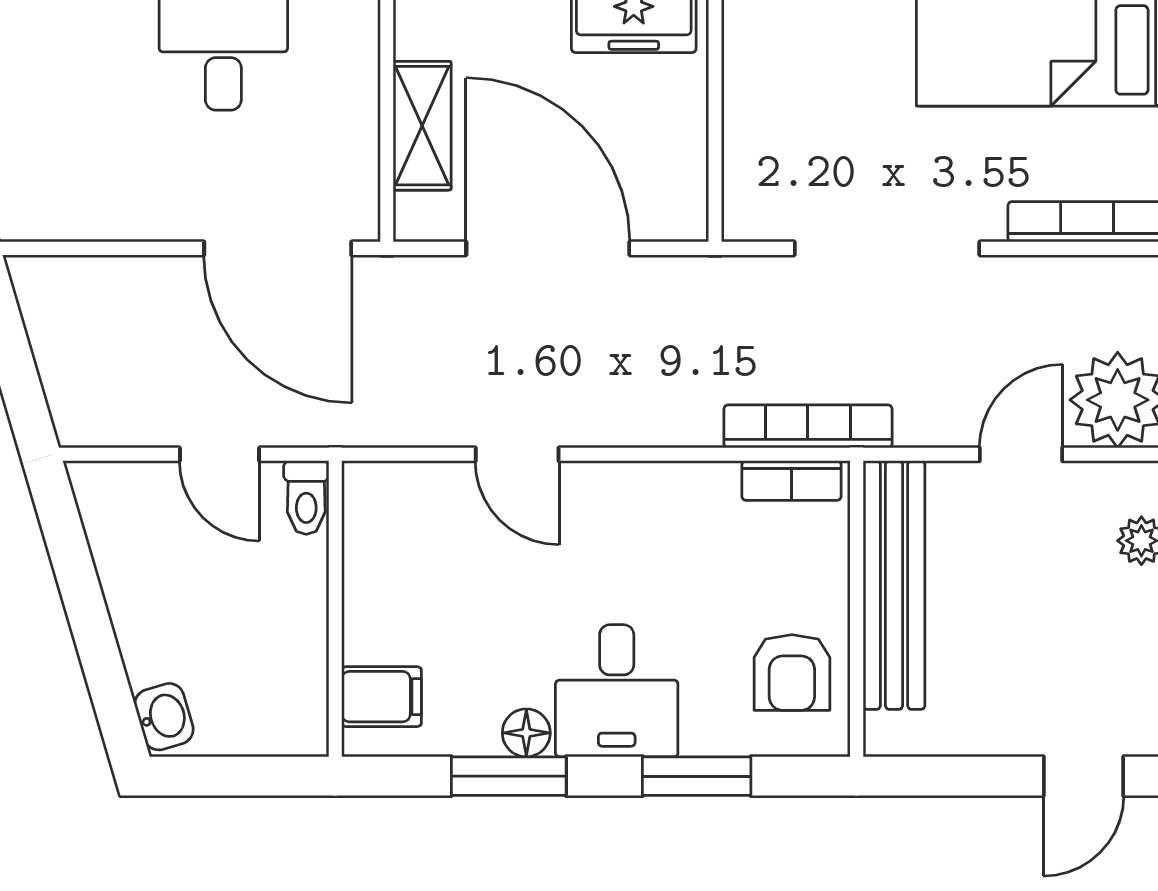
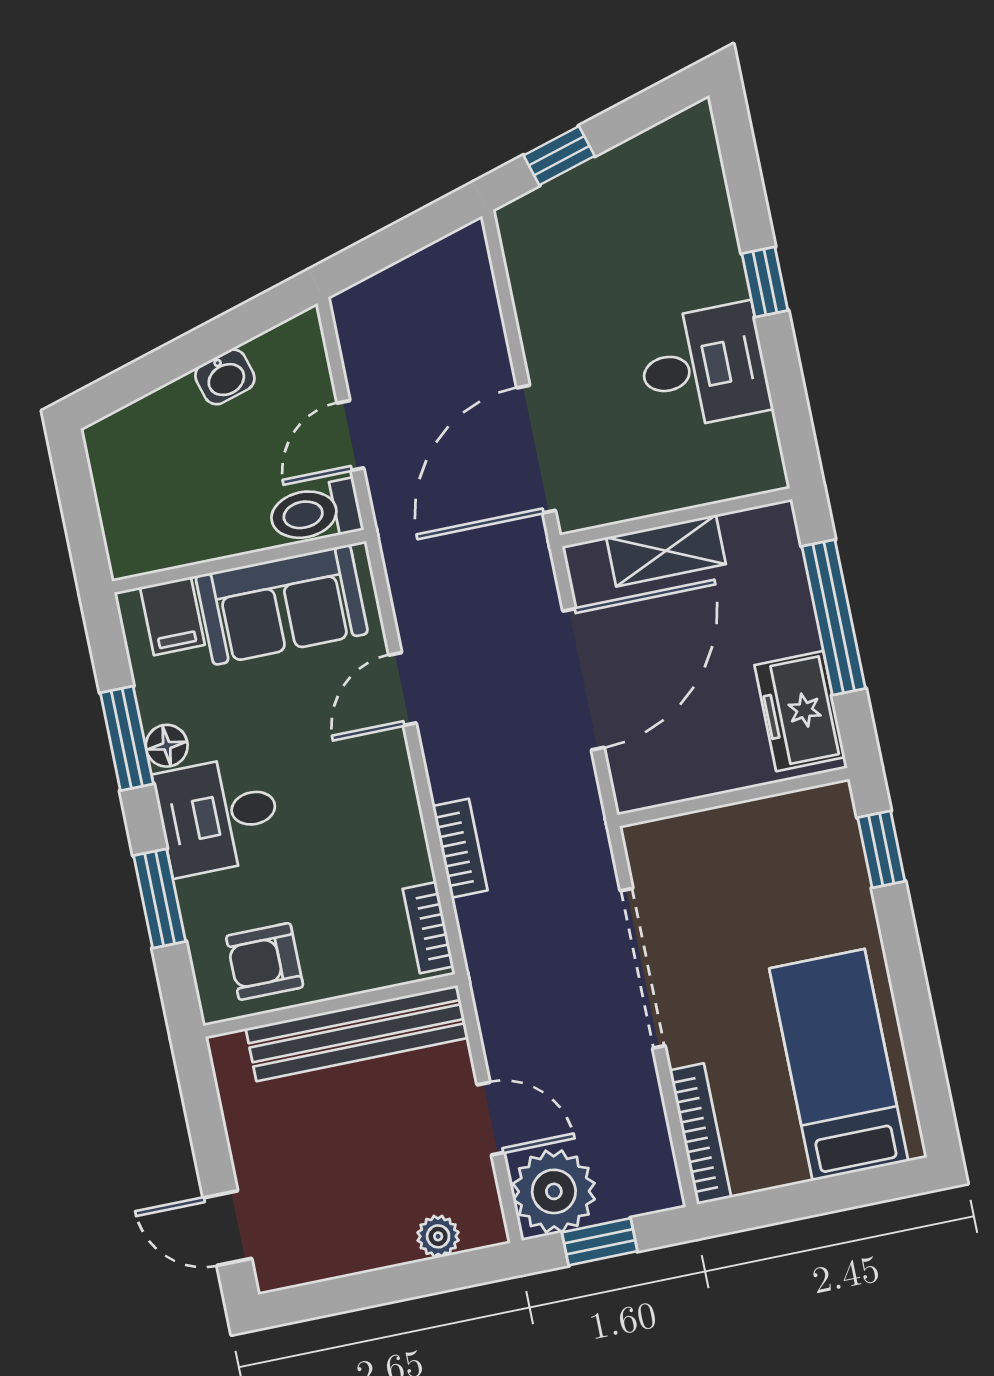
bookcase: (808, 426) -> (460, 848), moved, width x0.64
toilet: (306, 498) -> (315, 512), width x1.37, depth x1.39
sofa: (394, 571) -> (282, 605), added
washbasin: (164, 717) -> (225, 377), moved

